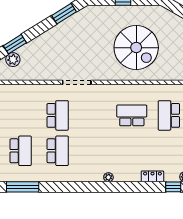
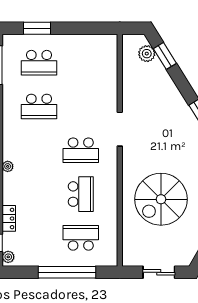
school desk: (58, 115) -> (81, 150), moved

